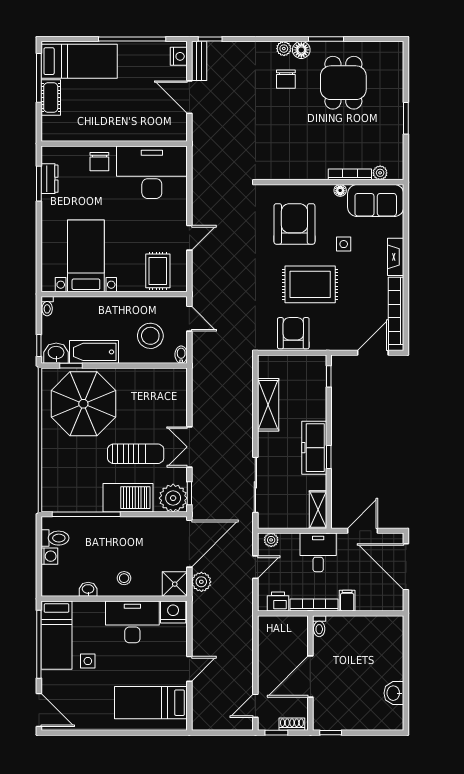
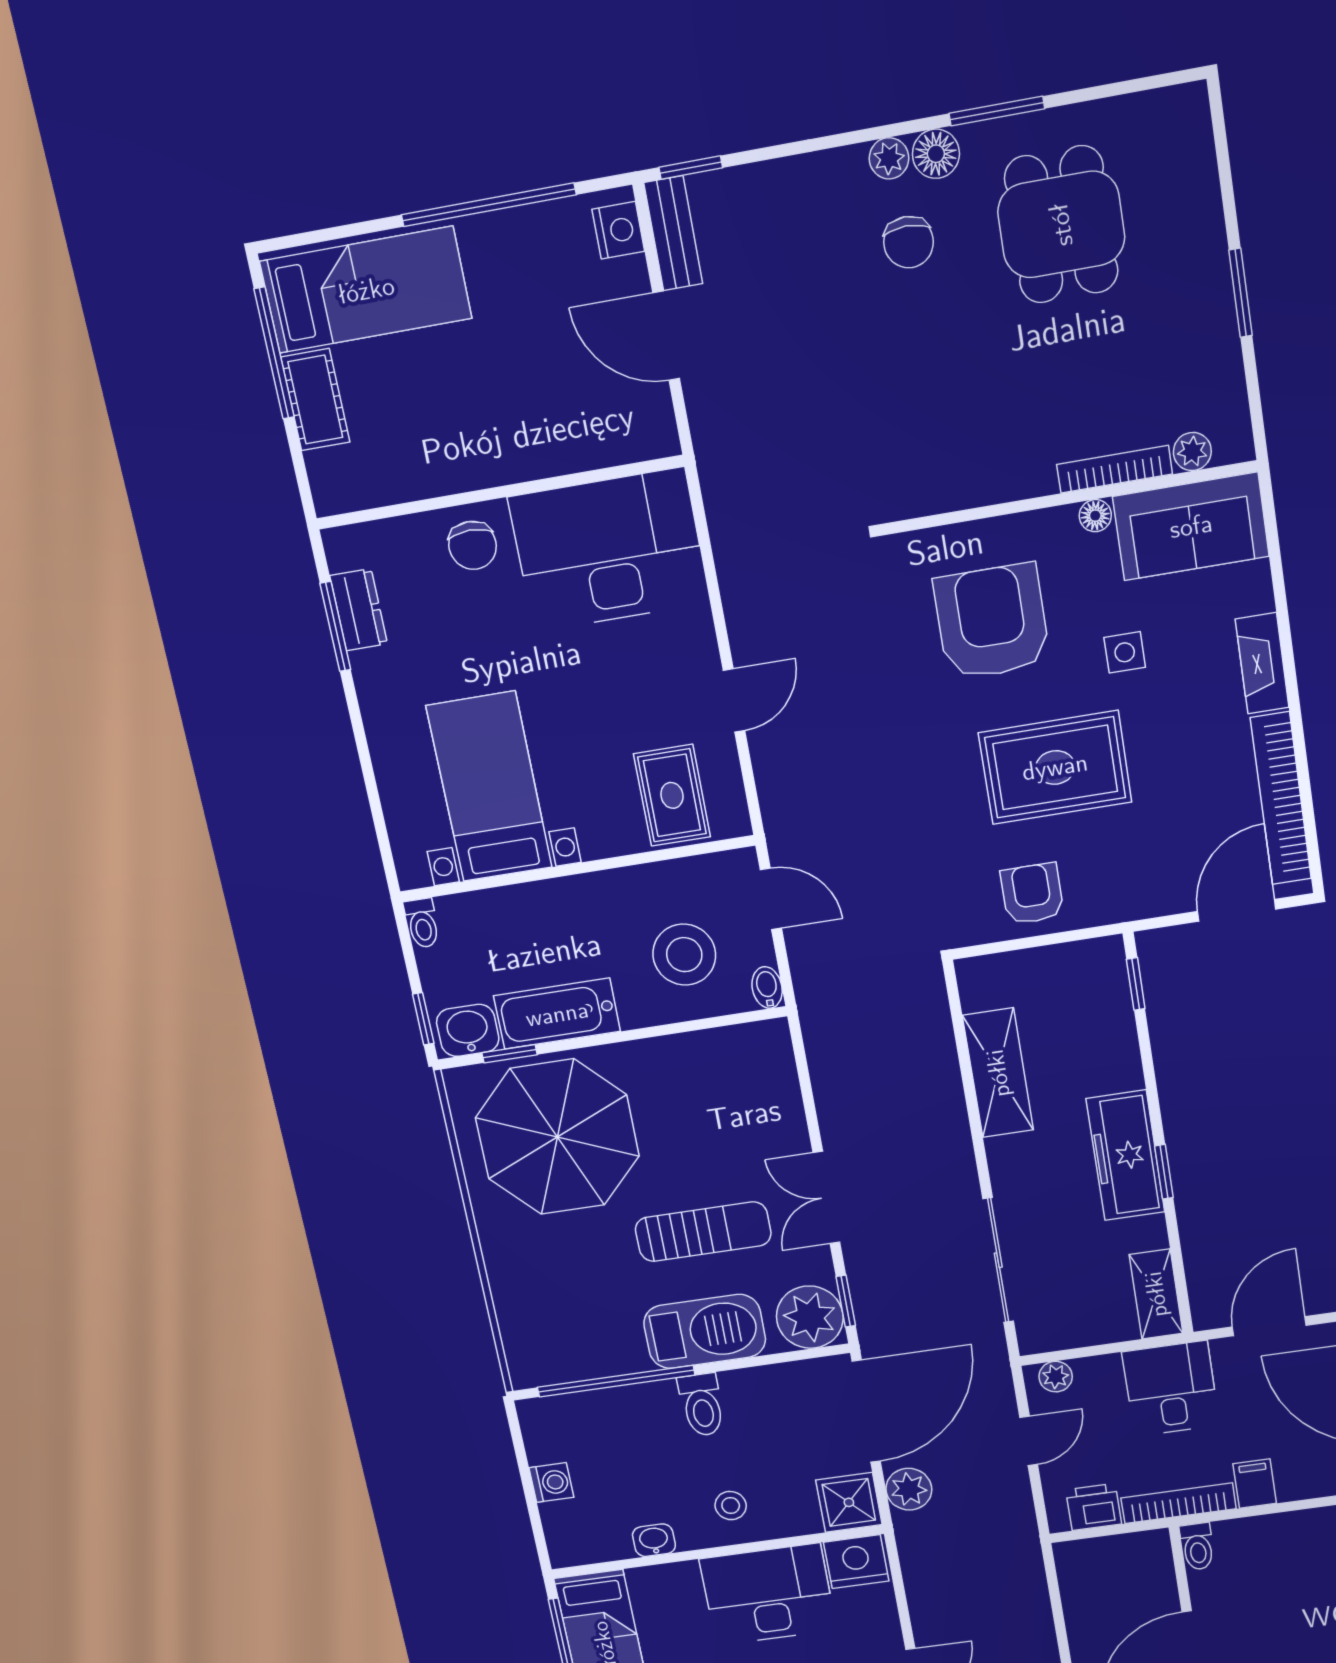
armchair: (293, 333) -> (1032, 894), width x0.72, depth x0.72
toilet: (55, 538) -> (702, 1405), moved, turned 90

